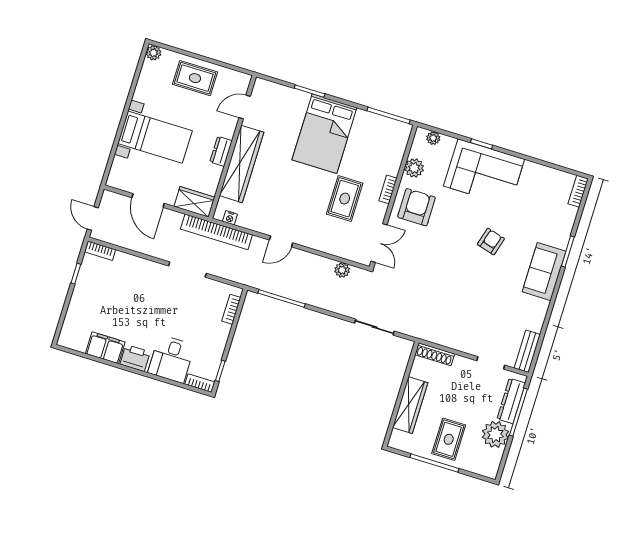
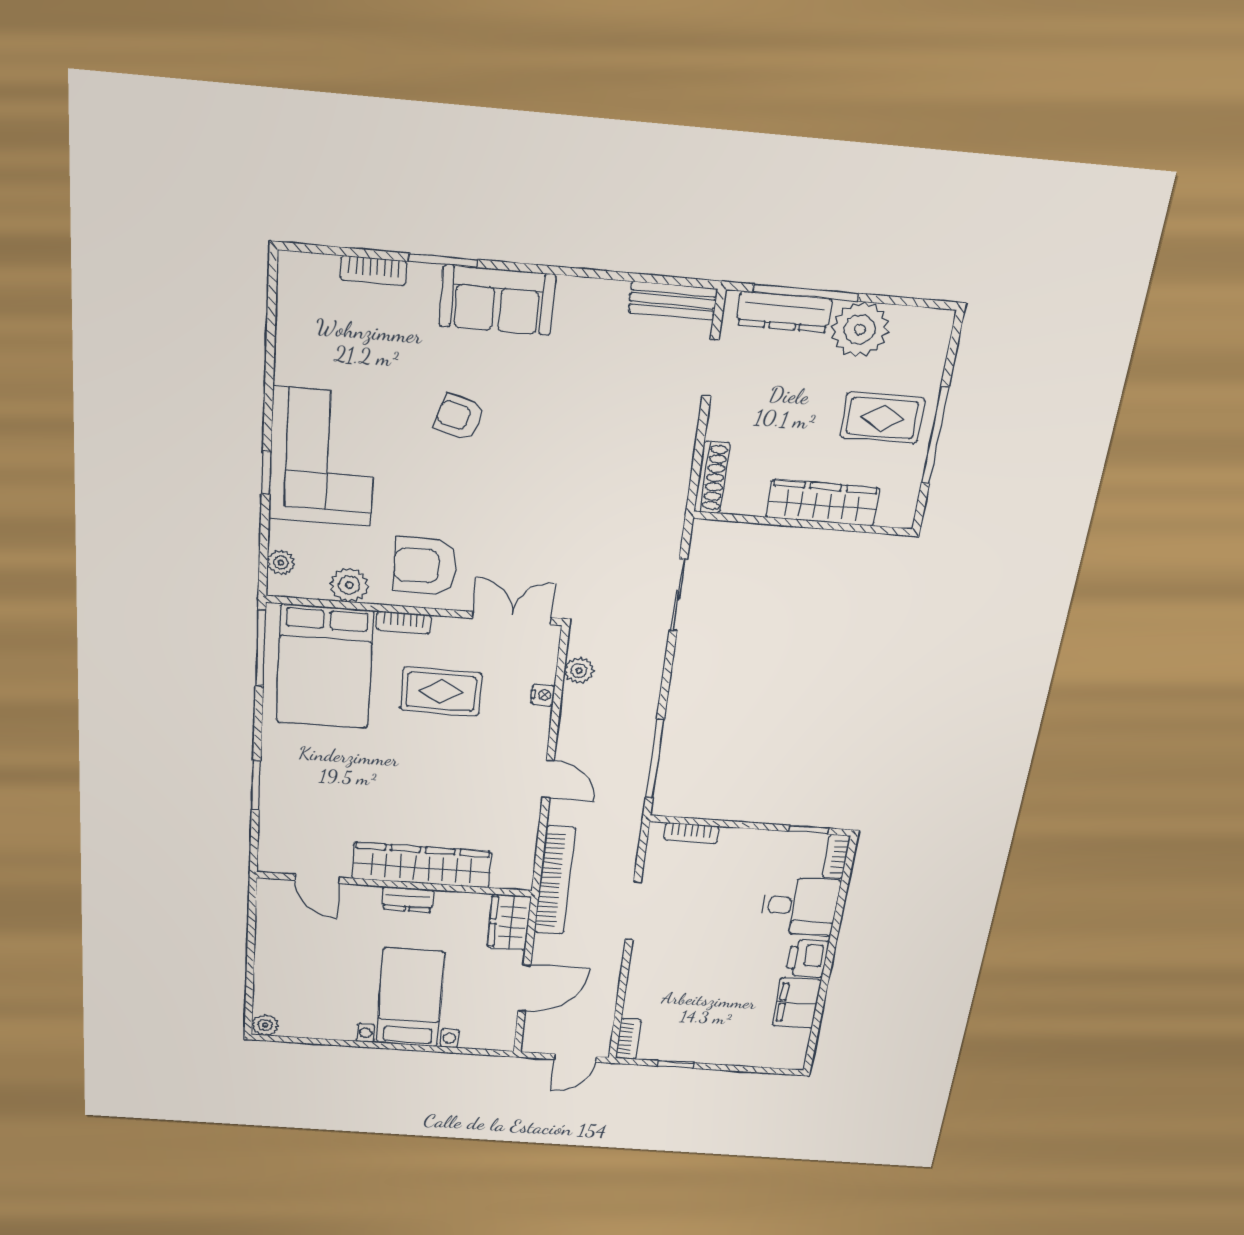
rug: (195, 78) -> (289, 960), removed
bed: (324, 134) -> (325, 667), moved, turned 90
bookcase: (578, 191) -> (373, 271), moved
nightstand: (230, 218) -> (543, 695), moved

